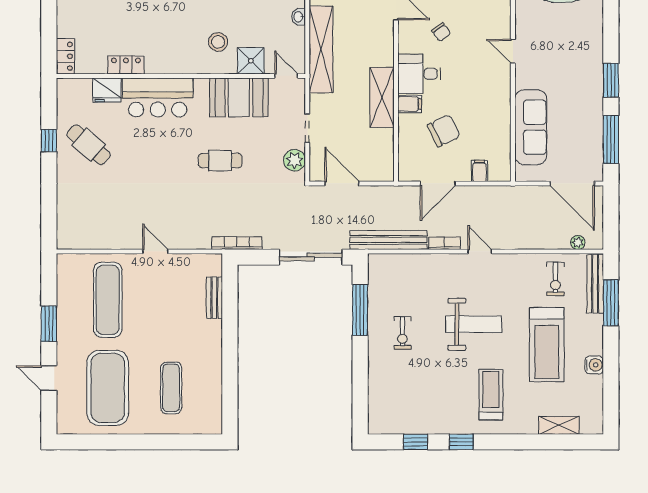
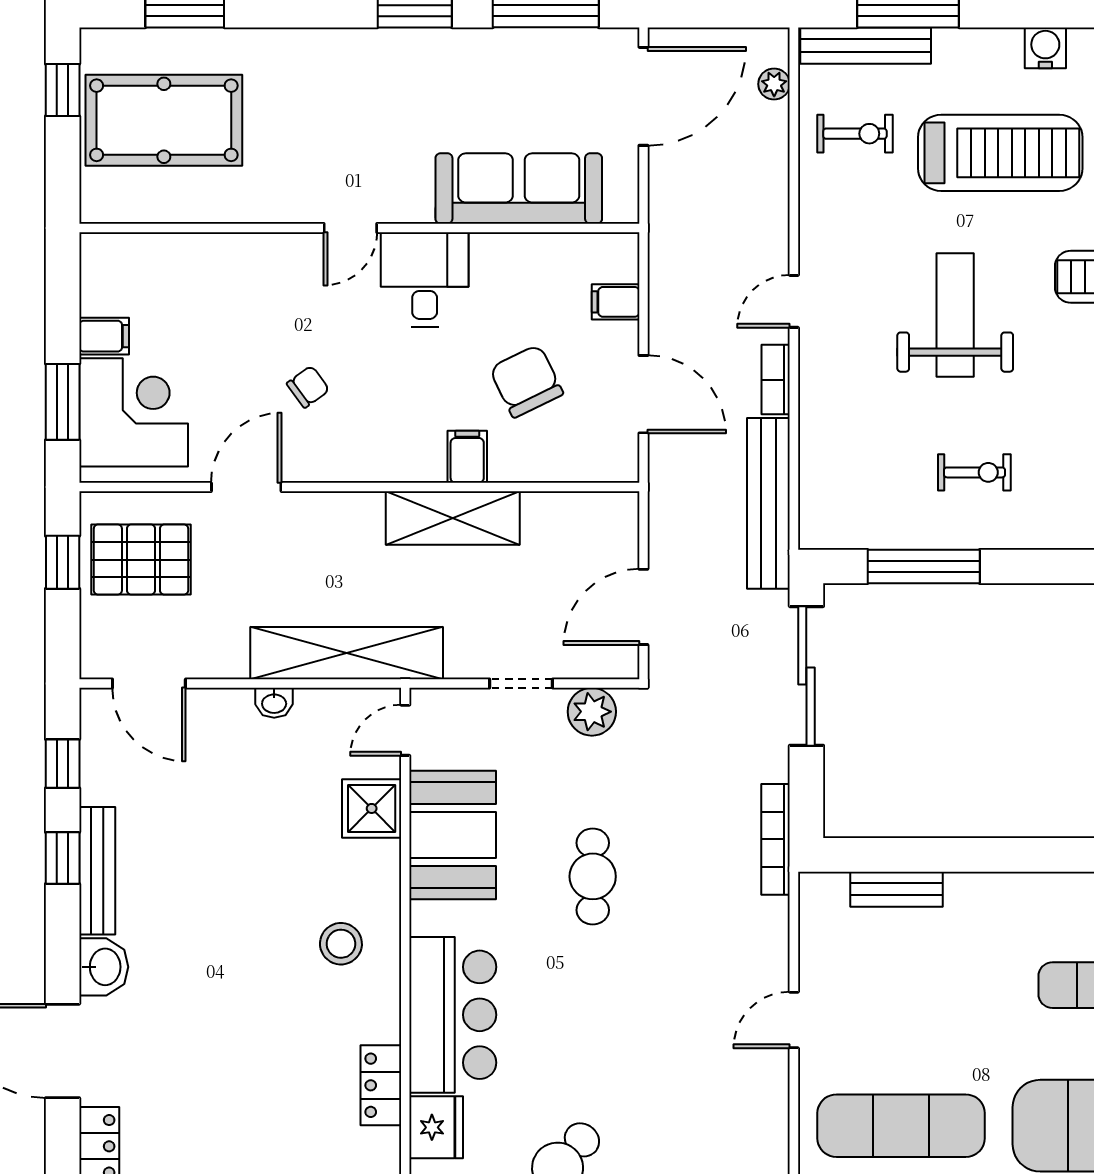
stool: (218, 42) -> (341, 944), moved
desk: (419, 74) -> (425, 279), moved, turned 180

